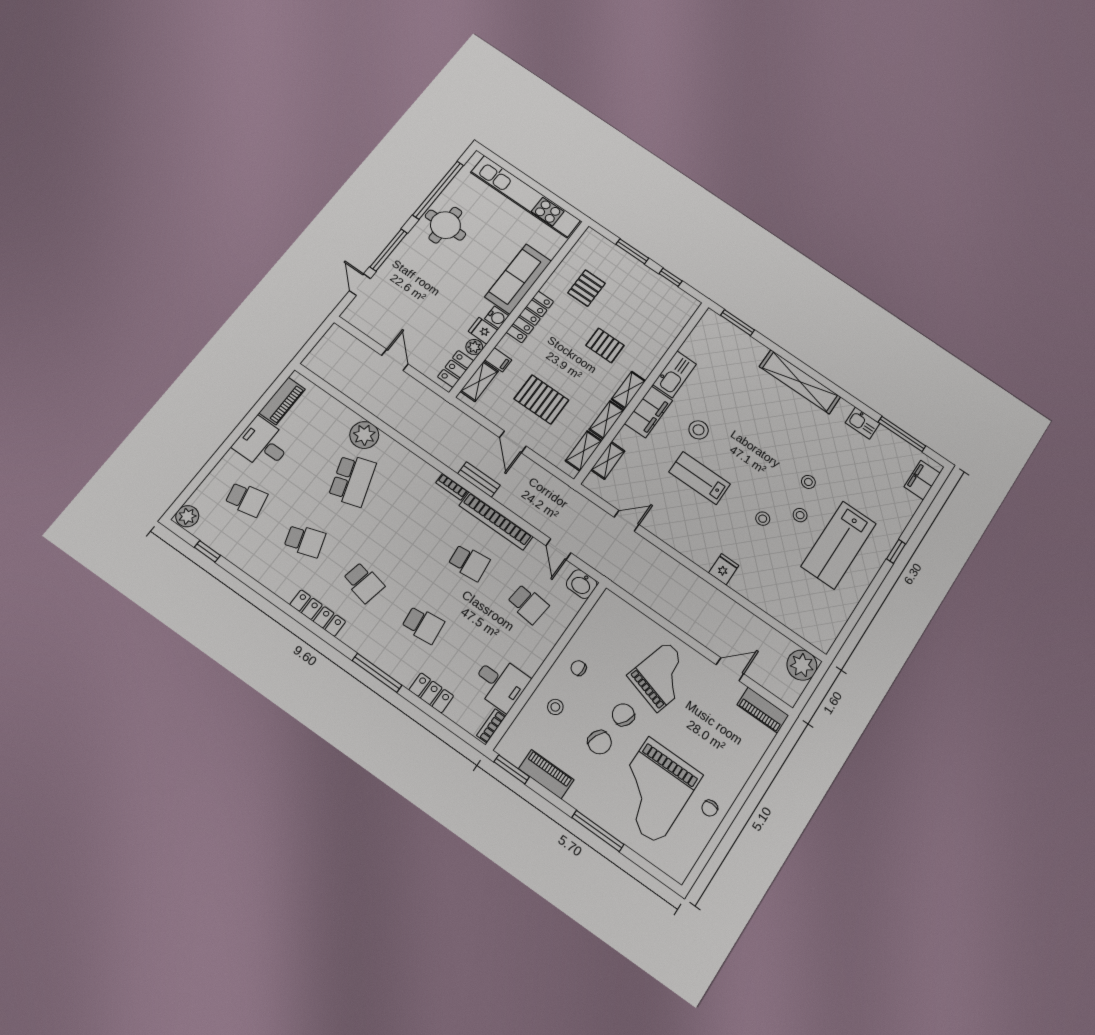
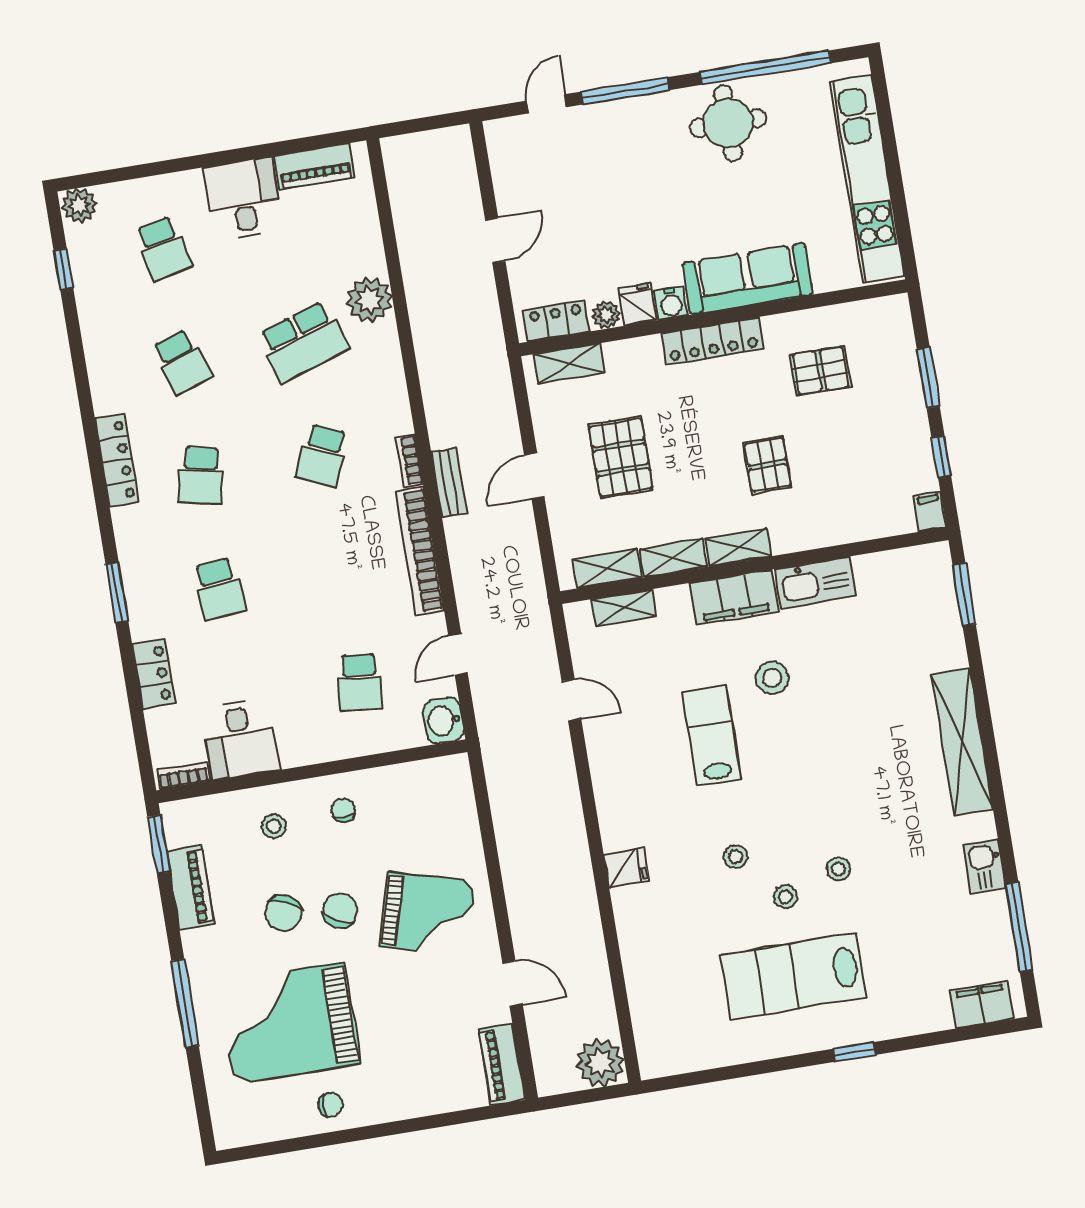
filing cabinet: (498, 360) -> (930, 511), moved, turned 180
school desk: (469, 562) -> (322, 455), moved, turned 30
window: (377, 673) -> (117, 593), width x0.69
chair: (710, 808) -> (331, 1105), turned 180

